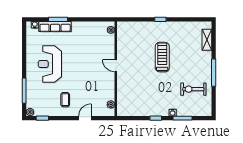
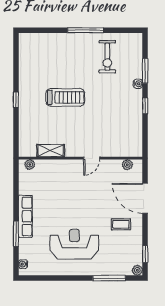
row of seats: (55, 26) -> (25, 216), moved
shelving: (207, 40) -> (51, 151), moved
treadmill: (162, 57) -> (65, 97), turned 180
reception desk: (50, 64) -> (74, 244), turned 180
door: (116, 66) -> (92, 158), moved
door: (85, 118) -> (145, 198), width x1.88

